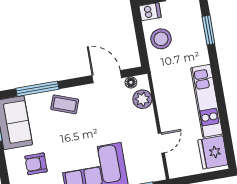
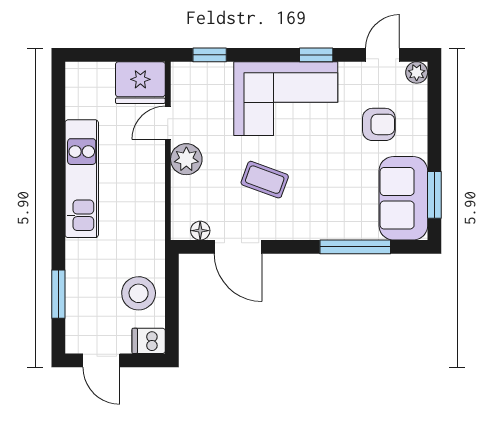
plant: (142, 99) -> (186, 159), moved
coffee table: (65, 104) -> (265, 180), moved
fridge: (213, 152) -> (140, 83), moved, turned 90

